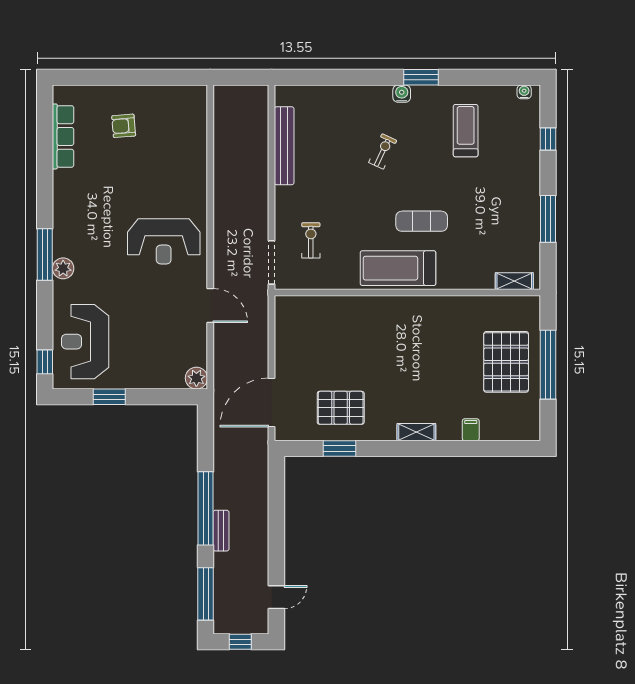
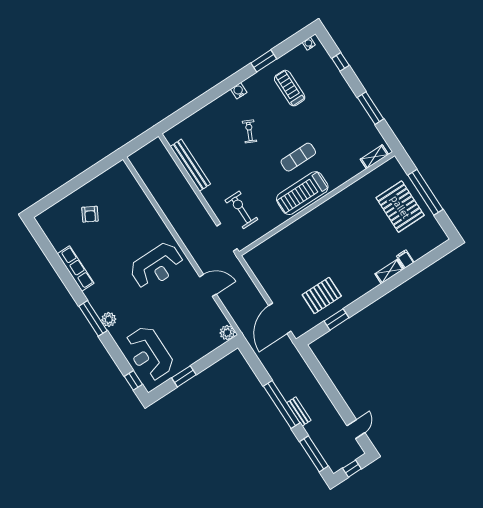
window: (421, 77) -> (264, 61), moved
armchair: (124, 126) -> (90, 214), turned -56
row of seats: (63, 136) -> (76, 269), moved
exercise bike: (311, 240) -> (241, 210), width x1.38, depth x1.39
shelving: (416, 432) -> (389, 271), moved

